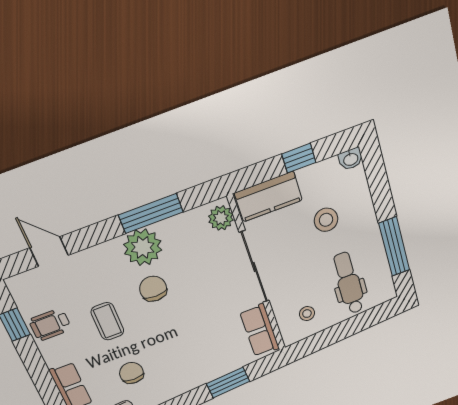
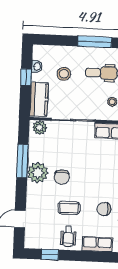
washbasin: (351, 159) -> (37, 66), moved
chair: (153, 289) -> (62, 177), turned -90
wheelchair: (50, 325) -> (68, 236), moved

